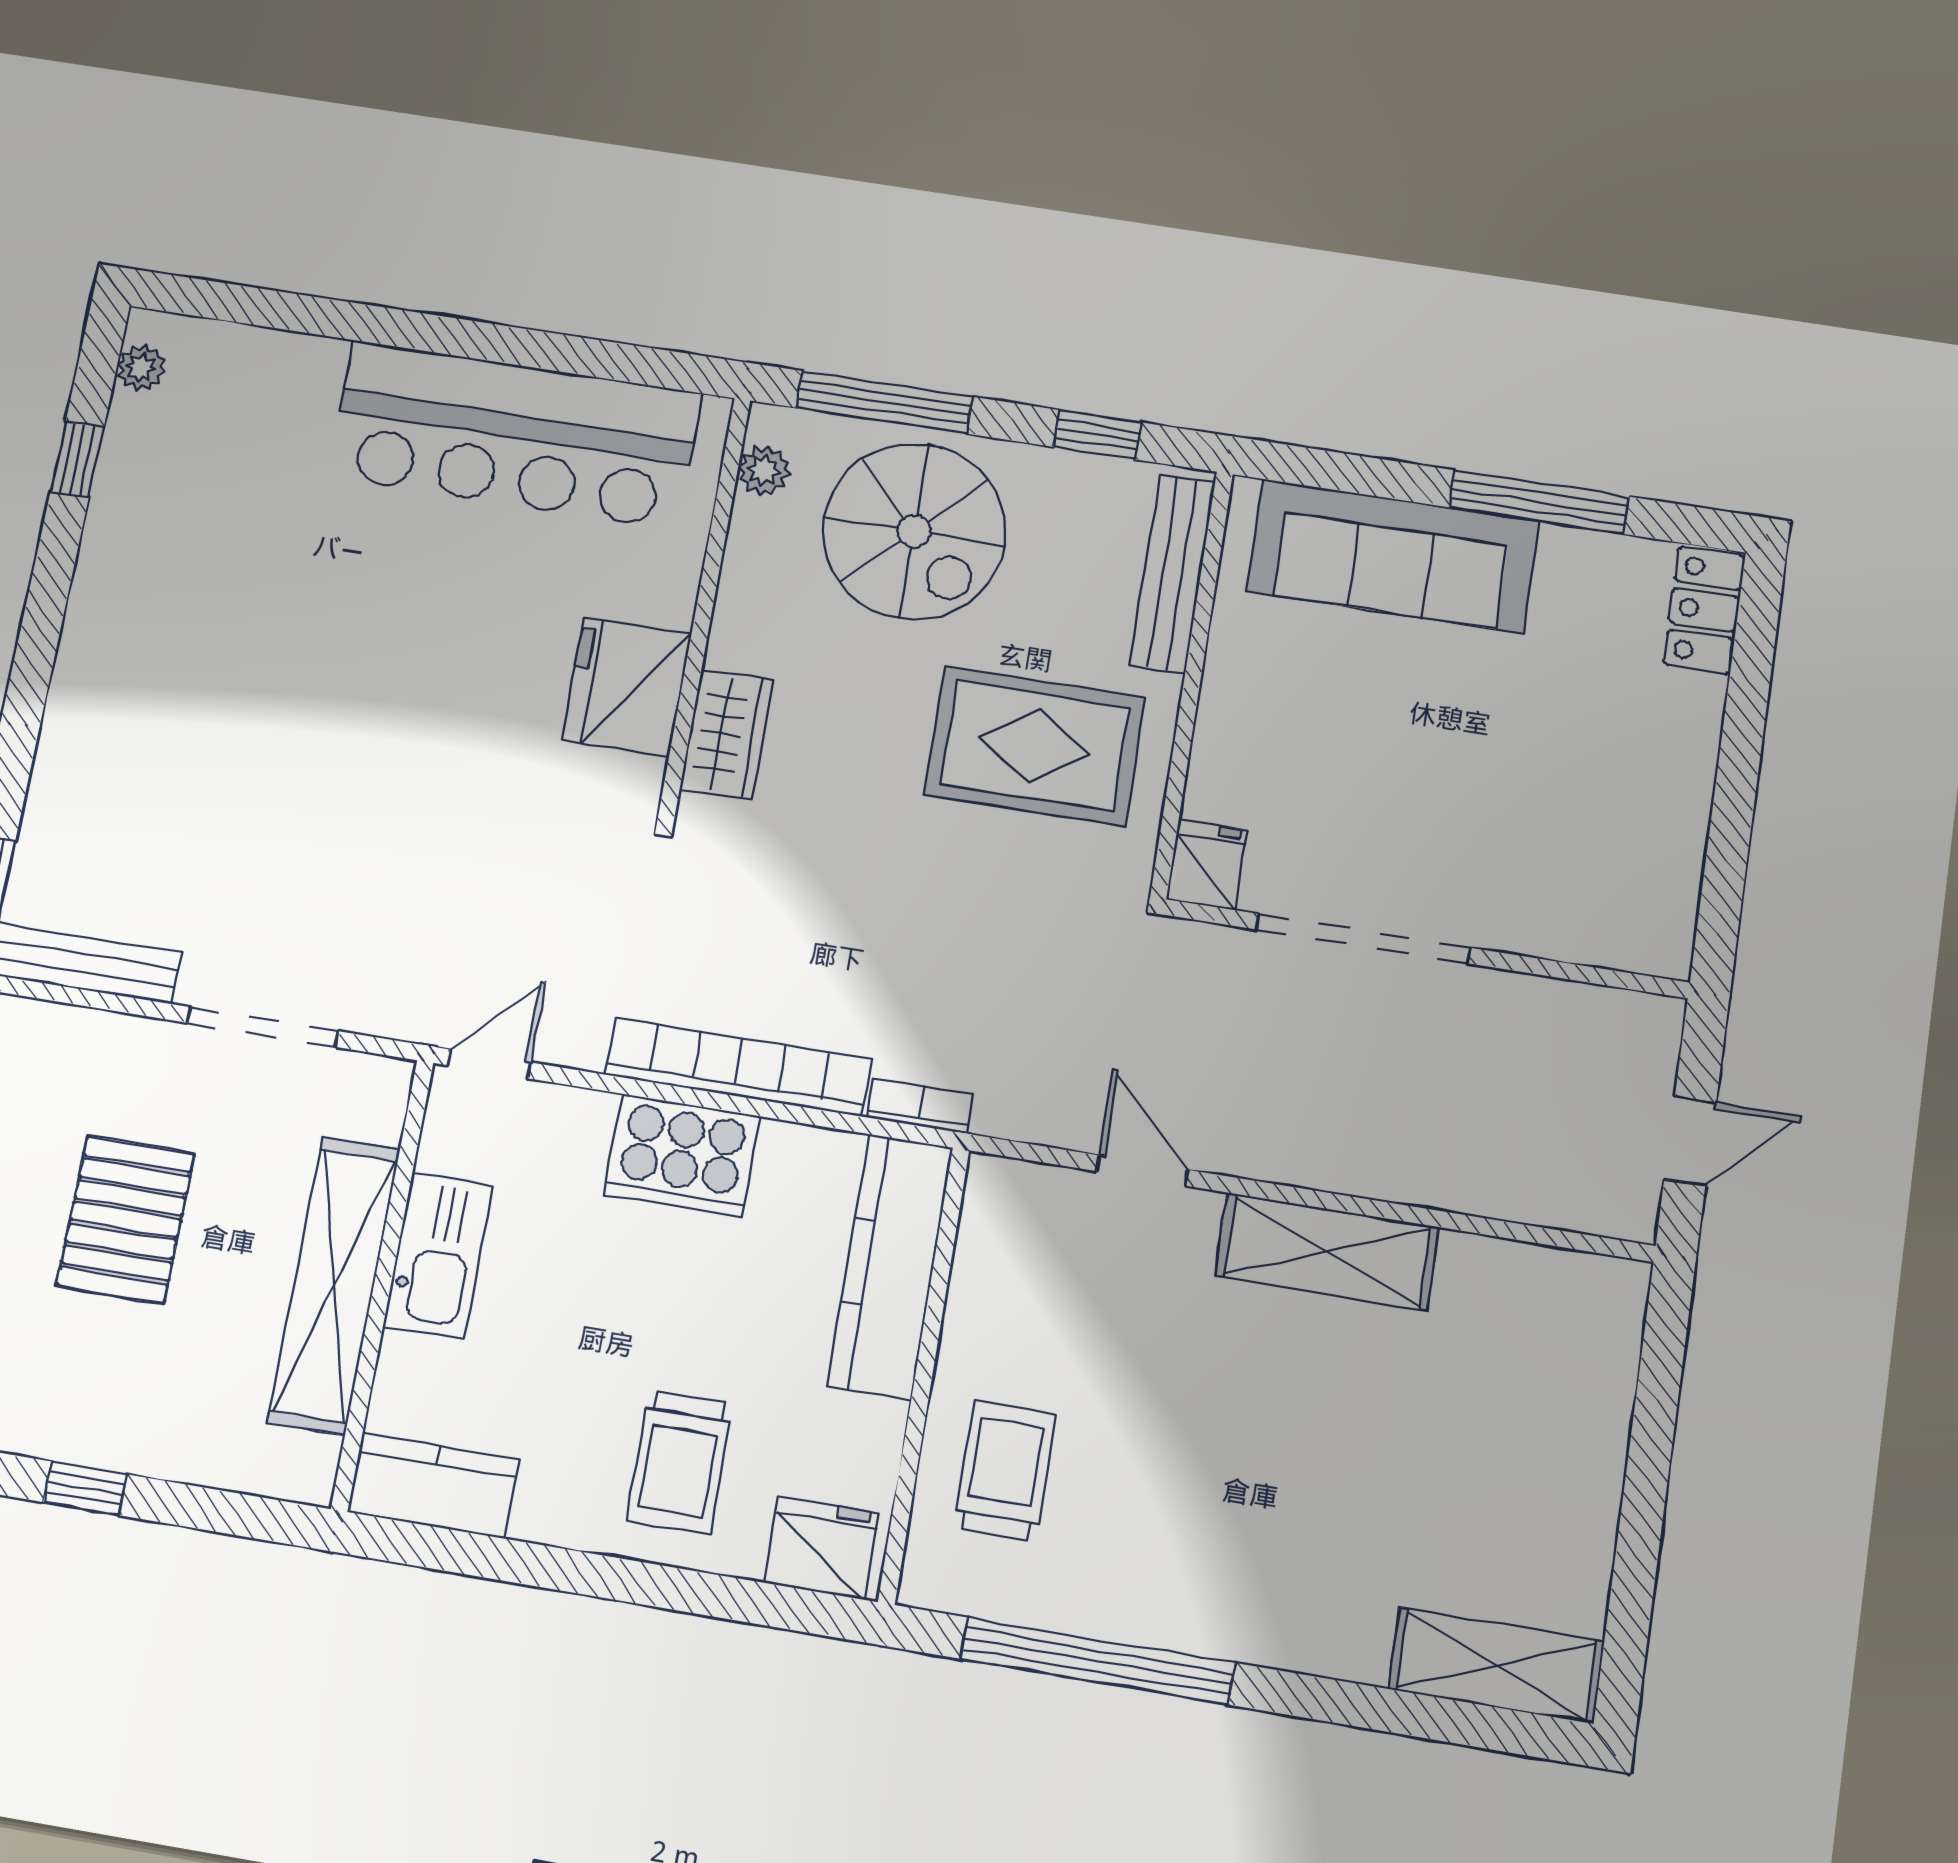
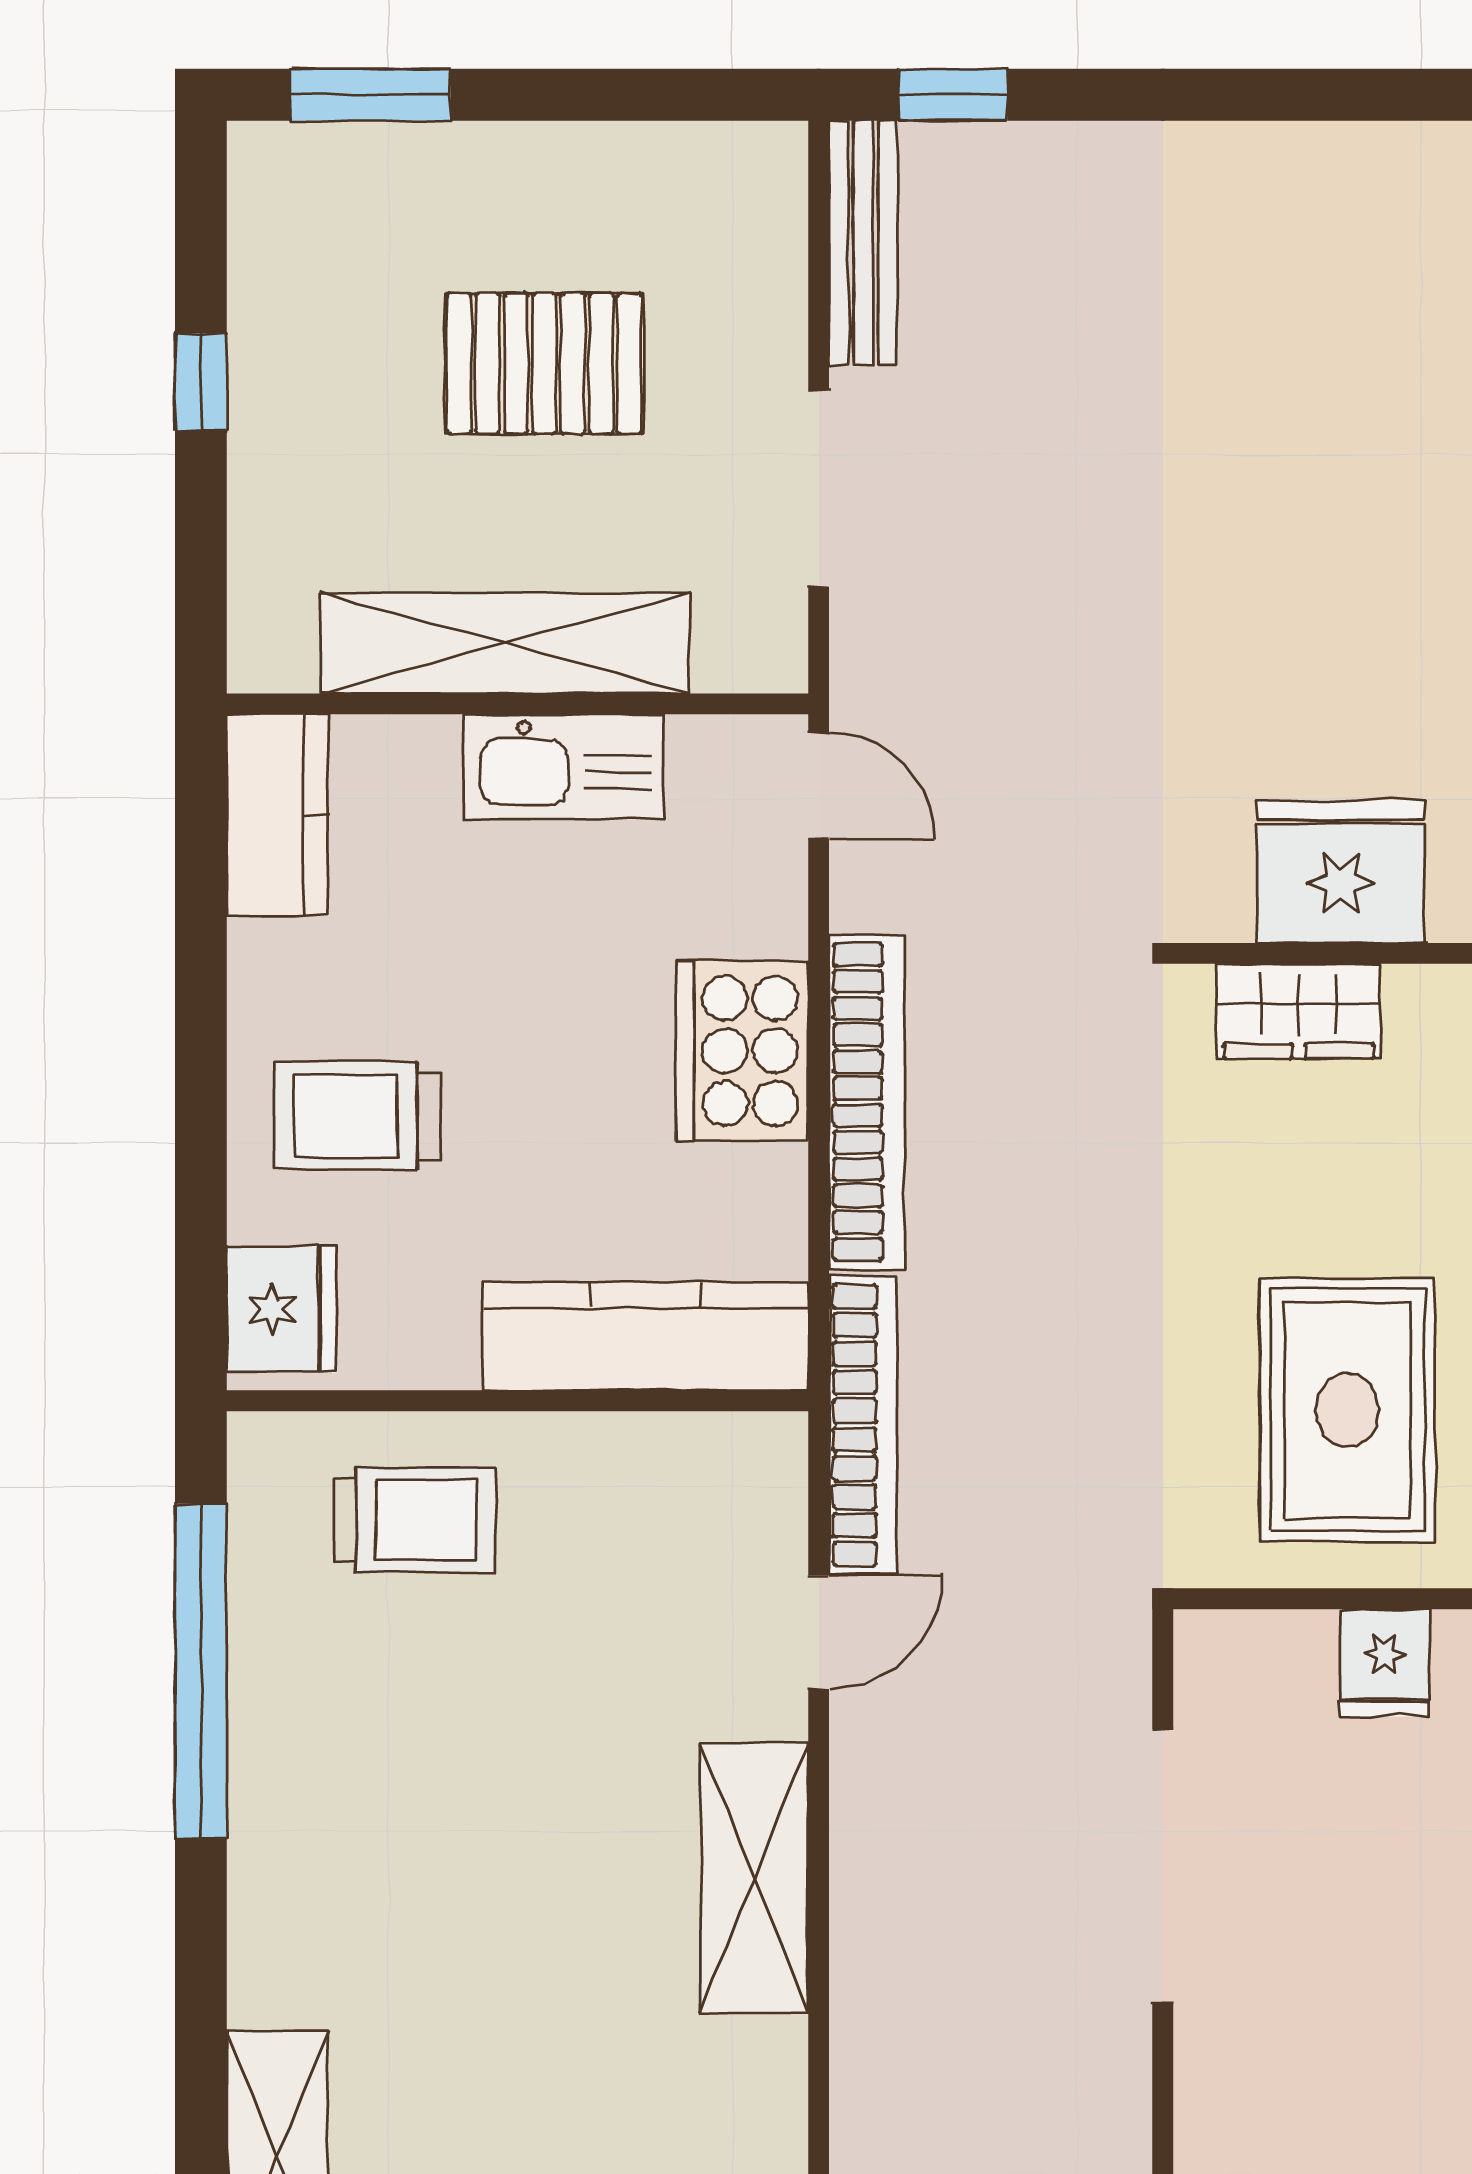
fridge: (1207, 865) -> (1385, 1663), moved, turned 90
bookcase: (920, 1106) -> (863, 1425), width x2.31, depth x1.31

